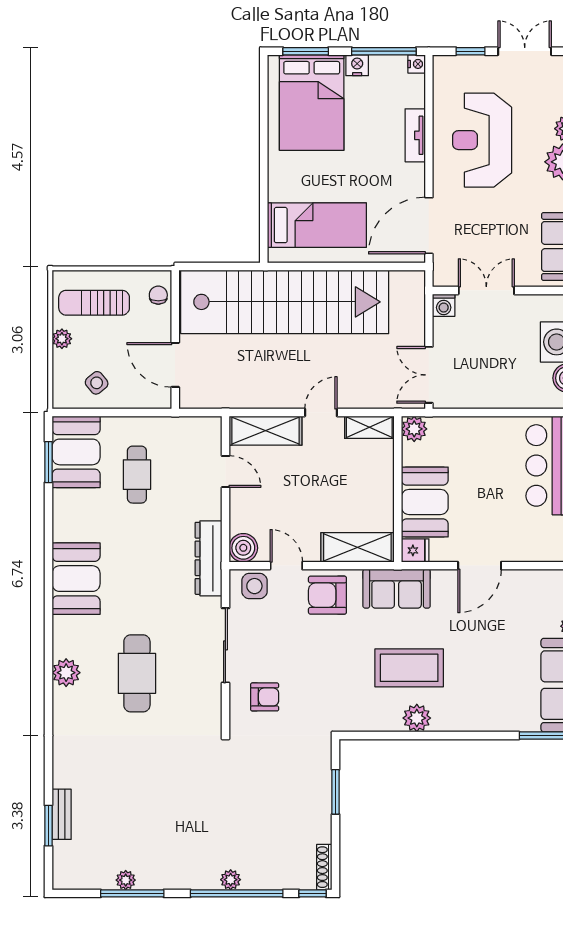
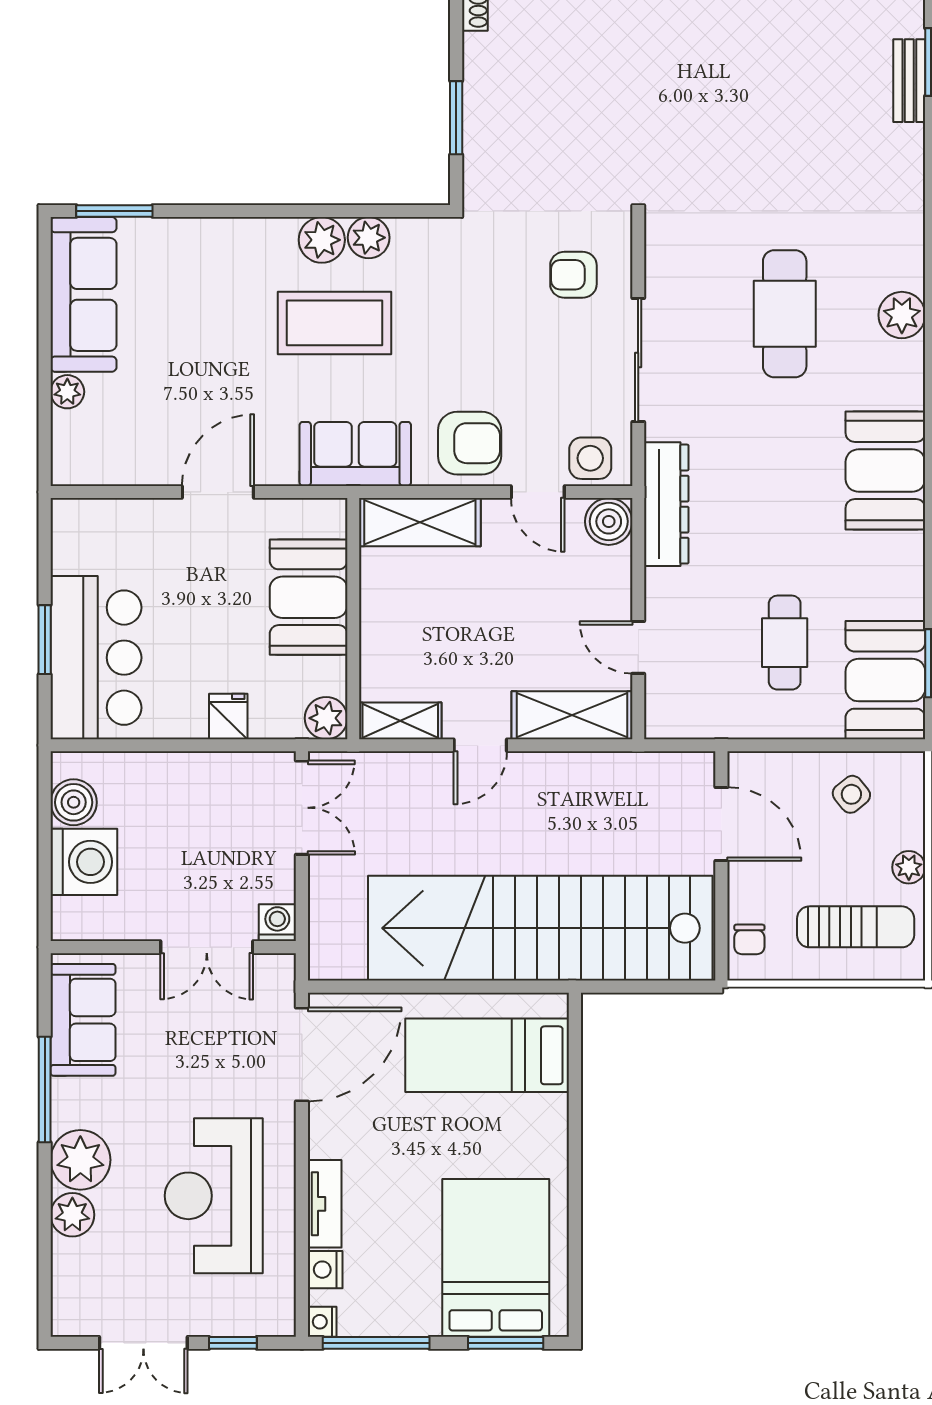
nightstand: (357, 65) -> (325, 1270), moved, turned 90
reception desk: (482, 140) -> (214, 1196), turned 180
fridge: (415, 550) -> (228, 716), moved, turned 90
plant: (388, 719) -> (369, 238), added

